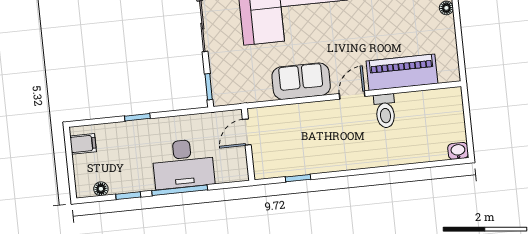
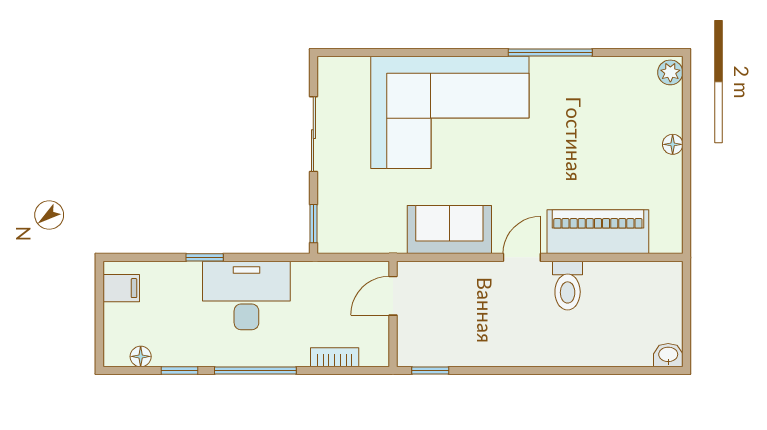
door: (247, 132) -> (393, 296), moved
wall: (248, 145) -> (393, 314), moved
desk: (183, 164) -> (246, 295), moved, turned 180
bookcase: (232, 176) -> (335, 357), added

